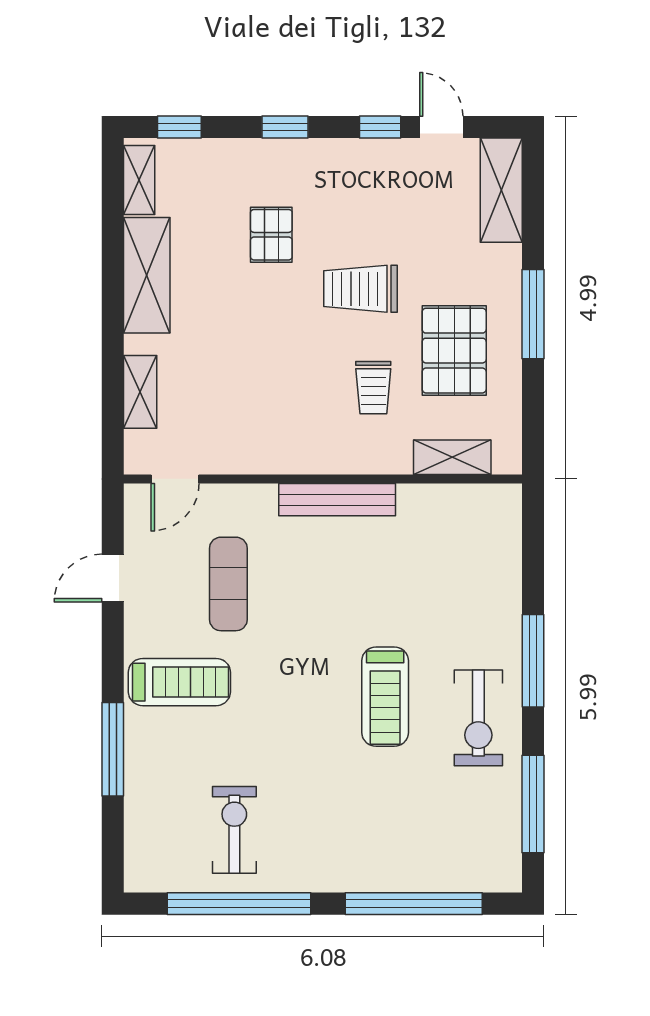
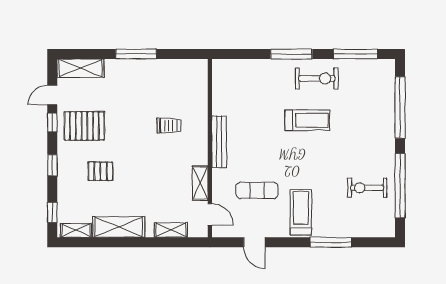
trolley: (360, 289) -> (125, 131), removed
pallet: (454, 351) -> (84, 126), moved
shelving: (452, 457) -> (200, 183), moved

